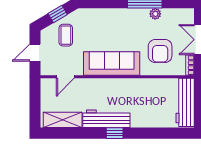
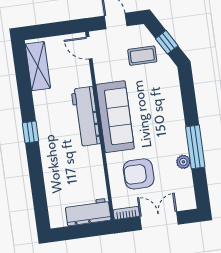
door: (65, 77) -> (89, 48), moved
workbench: (185, 102) -> (88, 212), width x0.73
workbench: (106, 119) -> (86, 116), moved, turned 180

